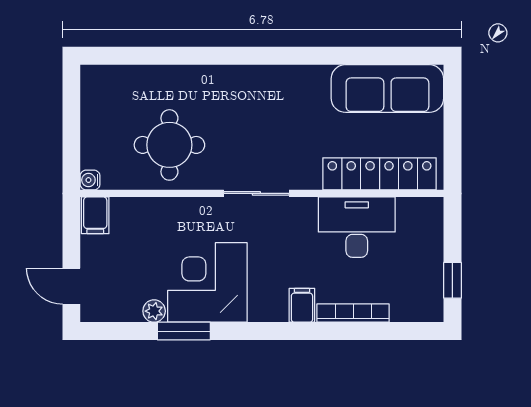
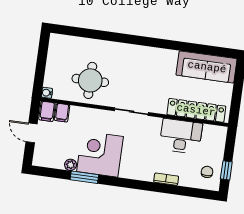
door: (71, 286) -> (32, 133), moved
chair: (416, 288) -> (207, 172), added
filing cabinet: (302, 305) -> (62, 113), moved, turned 180
bookcase: (353, 313) -> (166, 179), width x0.64

